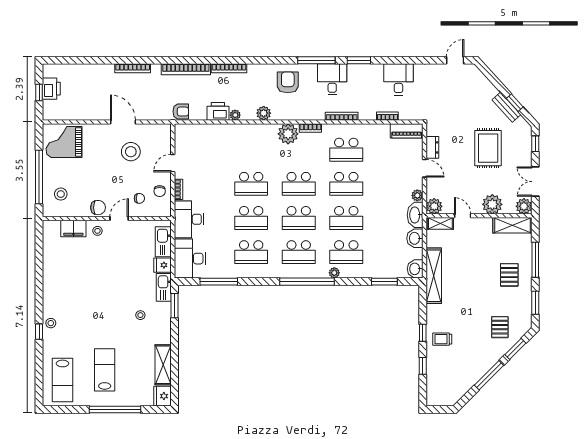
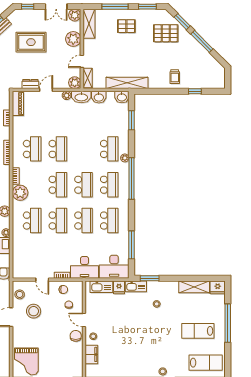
stool: (61, 194) -> (20, 294), moved
school desk: (346, 218) -> (32, 221), moved
pallet: (500, 327) -> (166, 33), width x1.50, depth x1.42
window: (423, 333) -> (170, 91), removed

